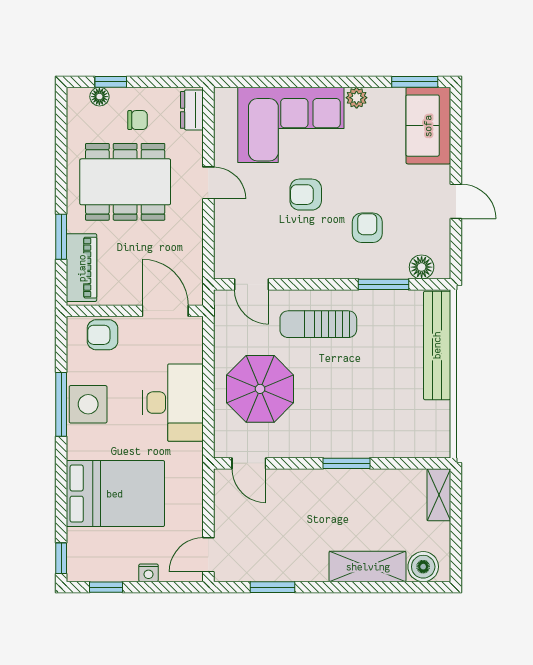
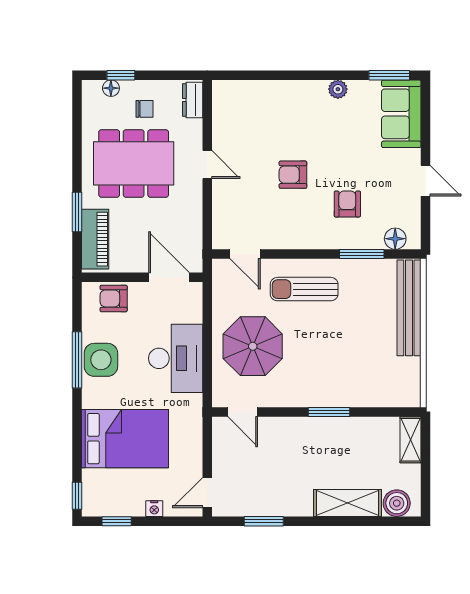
corner sofa: (291, 125) -> (280, 113), removed

